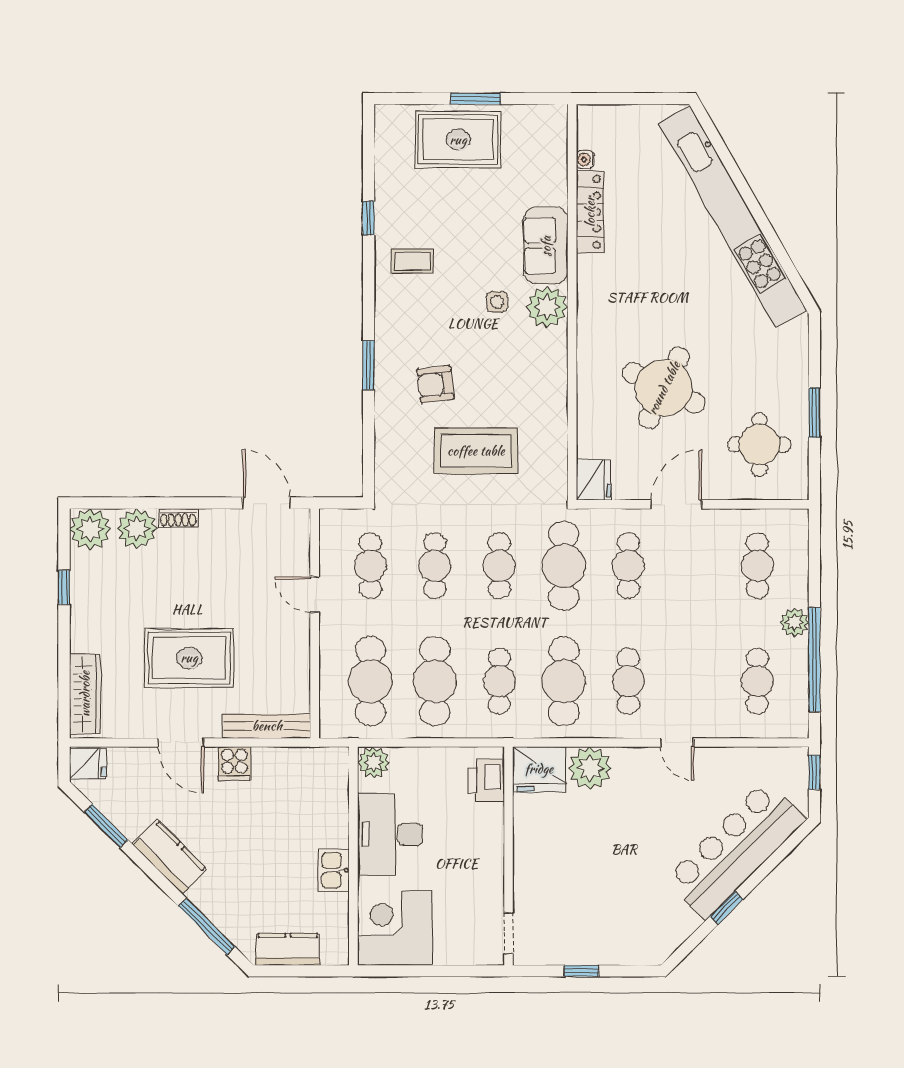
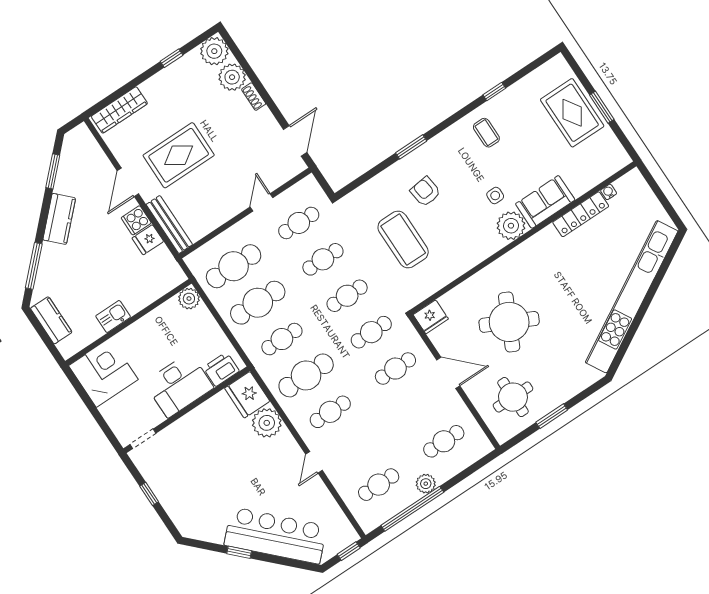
cafe table: (564, 566) -> (371, 332), width x0.73, depth x0.74
rug: (189, 658) -> (179, 155), turned 90
fridge: (88, 764) -> (148, 240), moved, turned 90
desk: (390, 834) -> (179, 385), moved, turned 180

